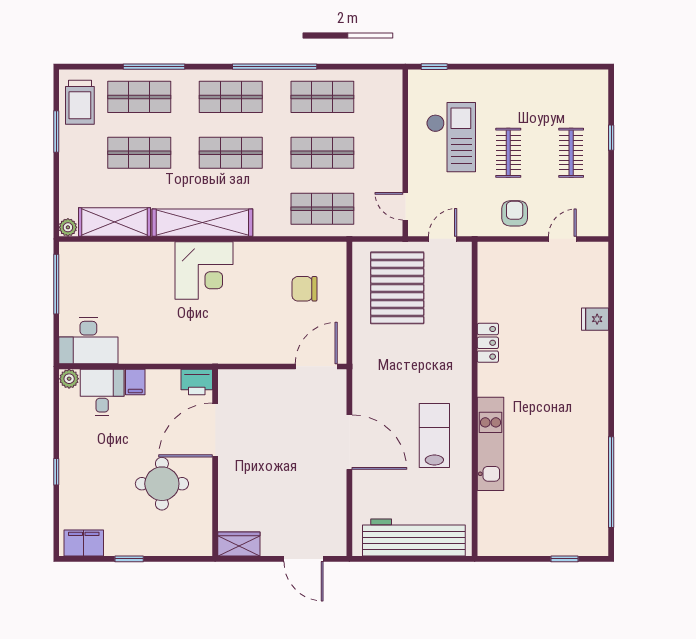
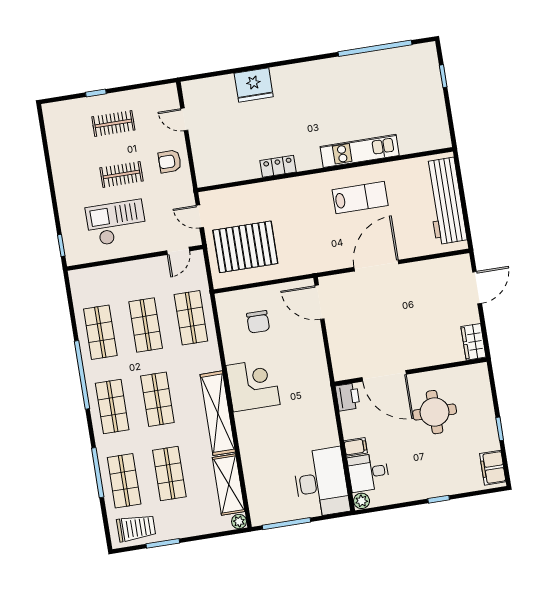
corner desk: (204, 270) -> (253, 385), moved
fridge: (595, 319) -> (254, 85), width x1.88, depth x1.34
desk: (88, 341) -> (321, 482), width x1.36, depth x1.30
lab bench: (434, 435) -> (360, 198), turned 180

